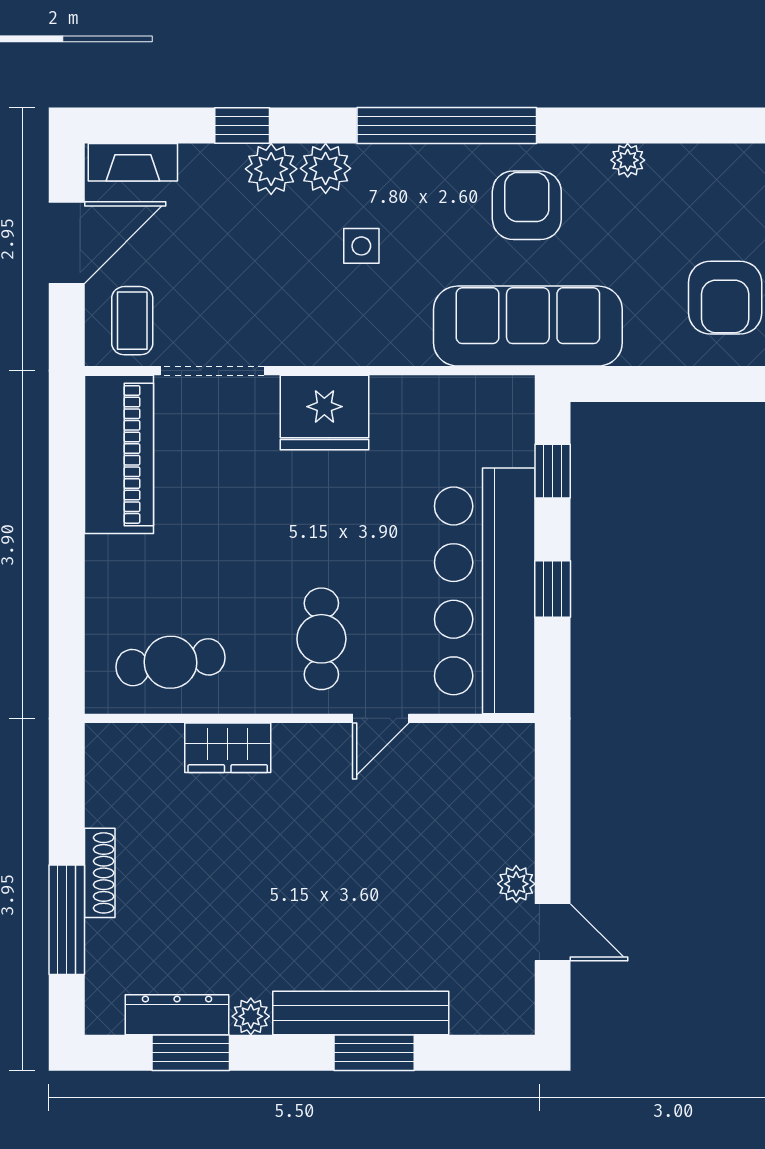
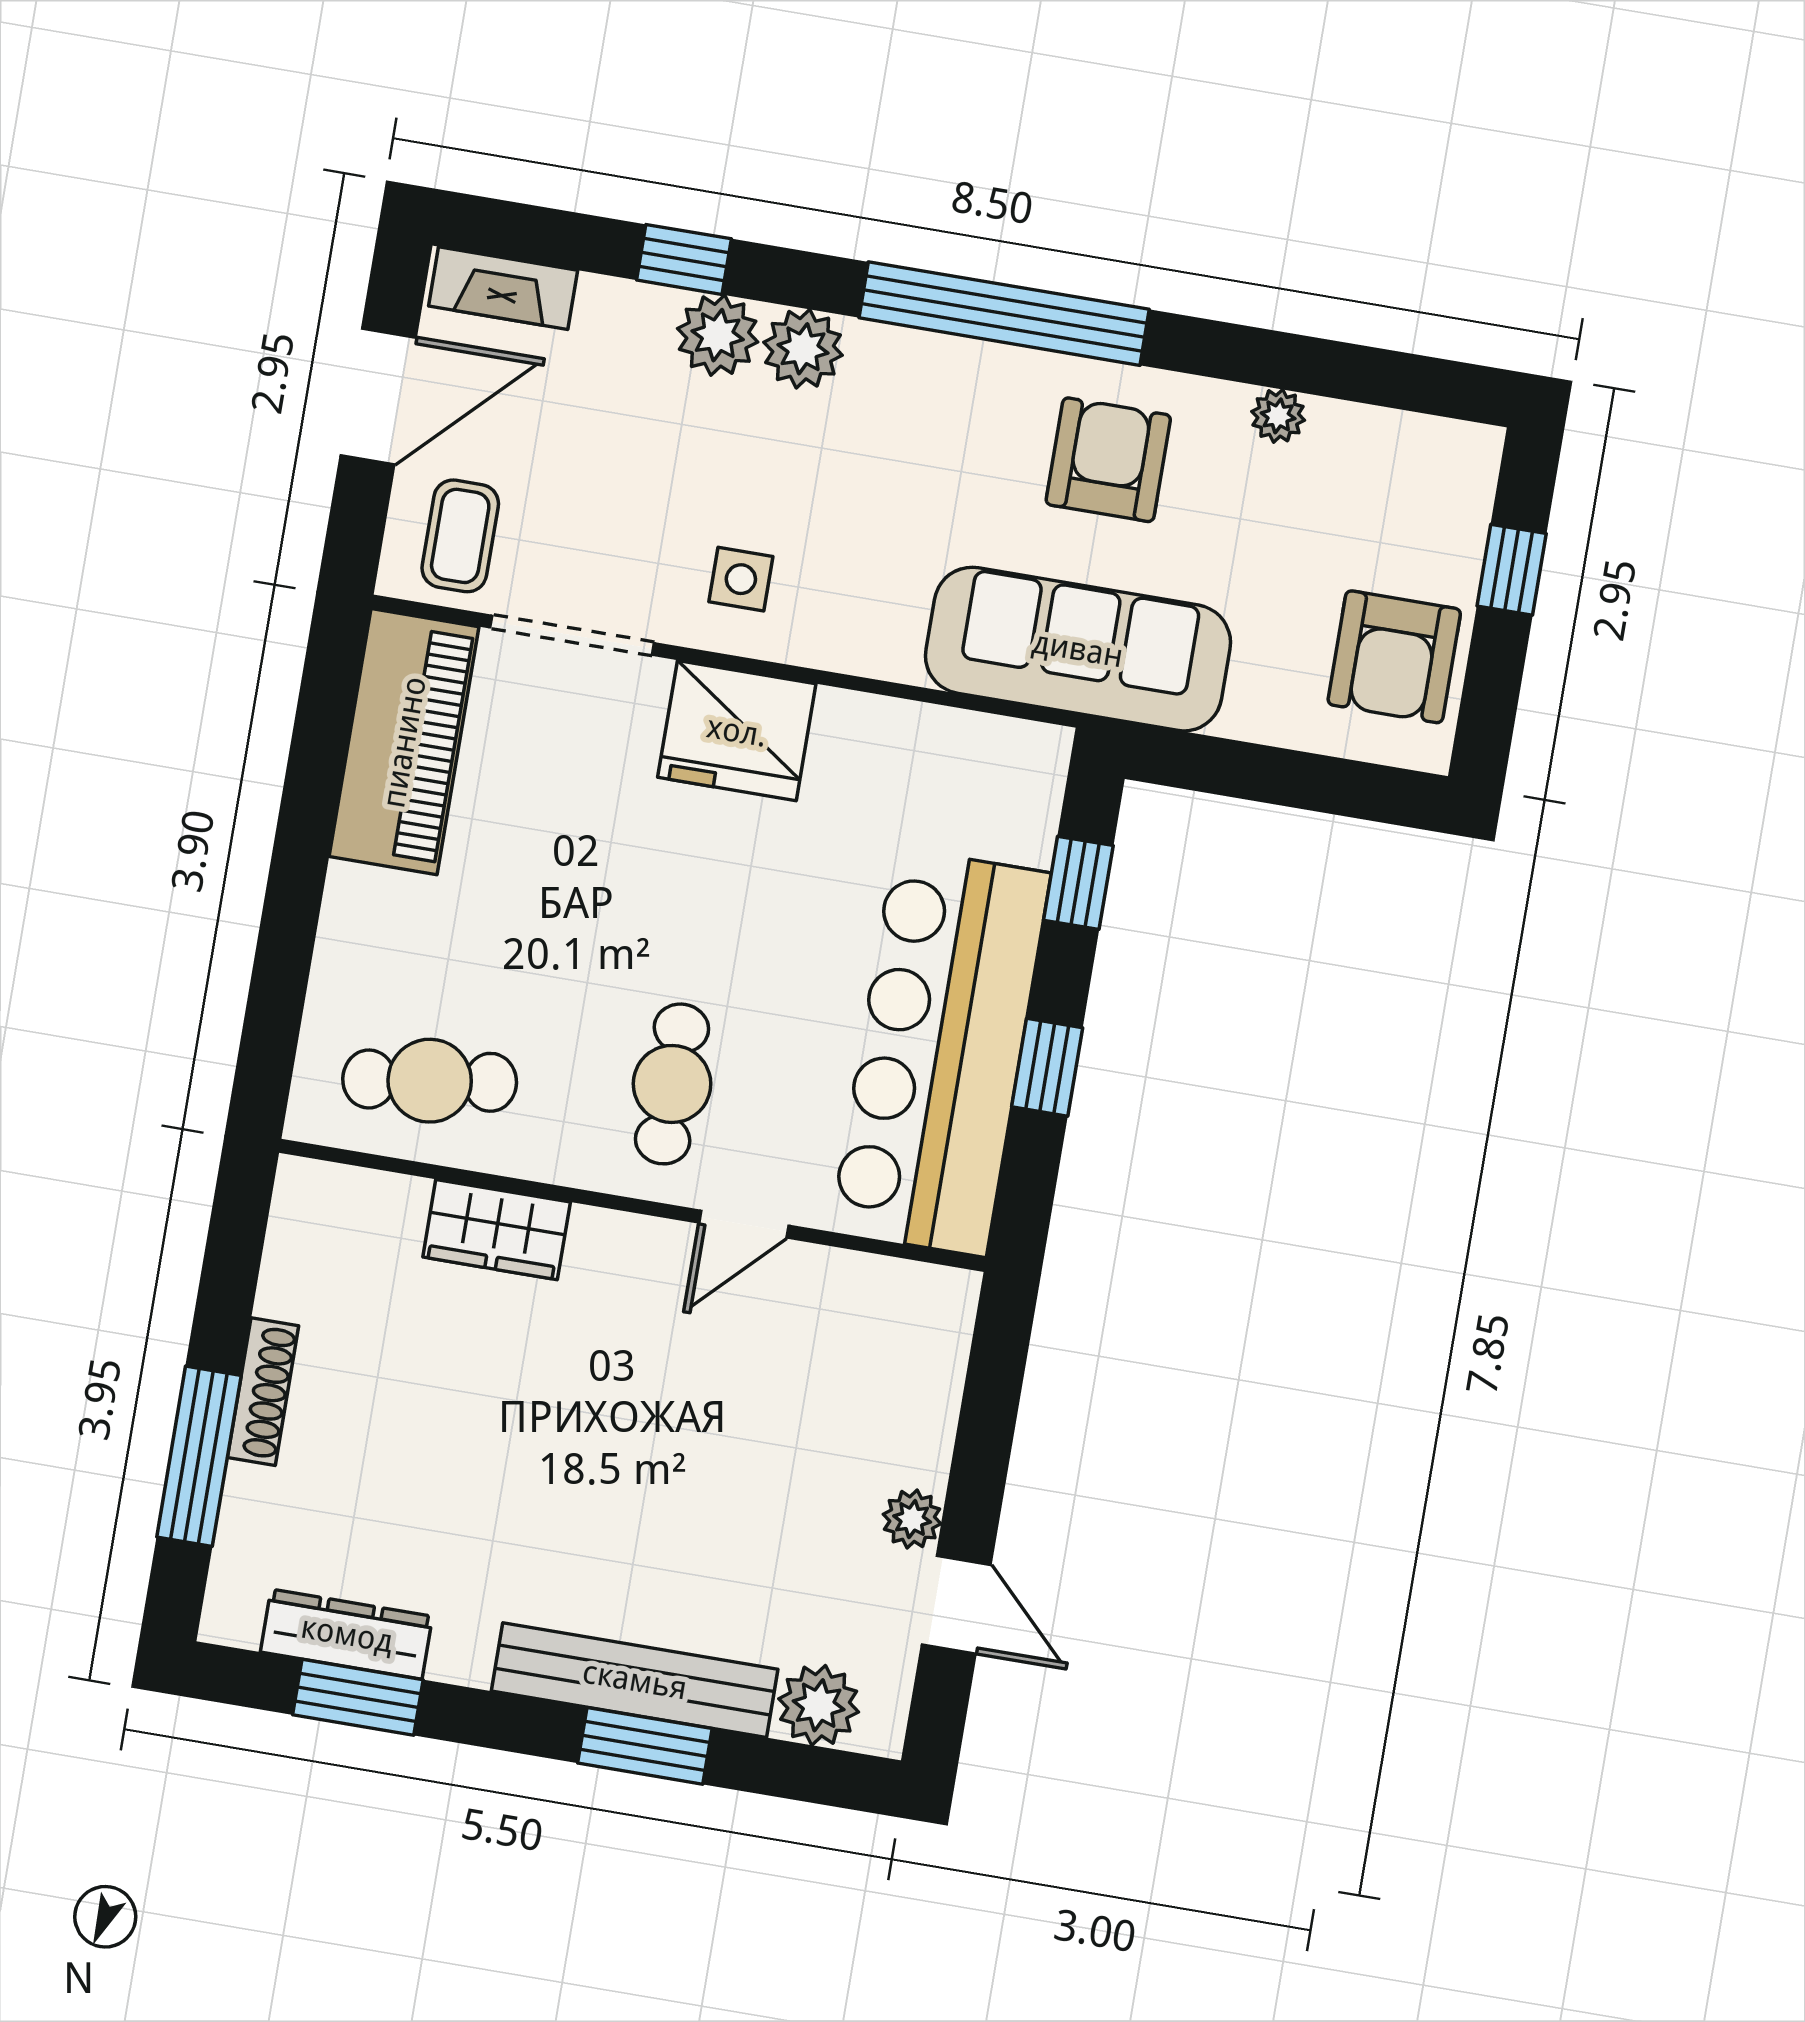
side table: (361, 246) -> (741, 579), moved
plant: (251, 1016) -> (819, 1705), moved, width x1.38, depth x1.38

